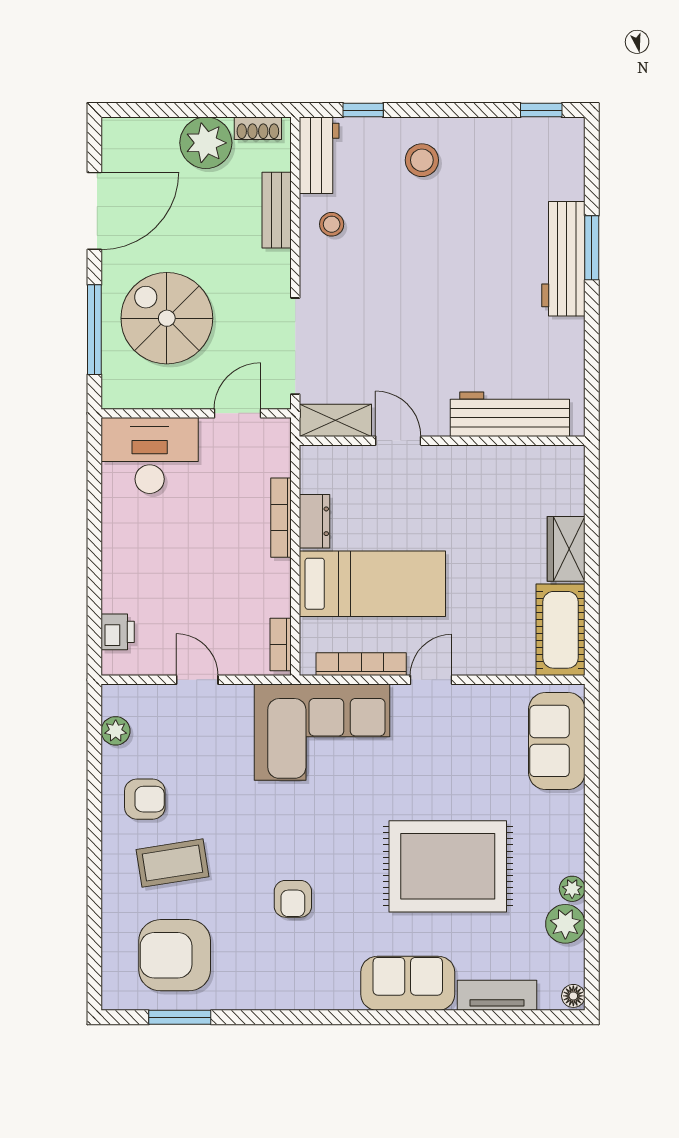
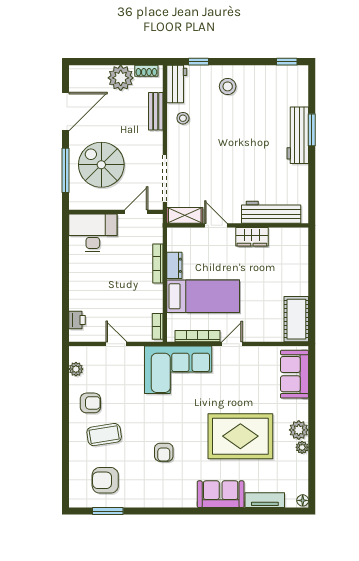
wardrobe: (566, 549) -> (252, 237), moved, turned -90
plant: (565, 924) -> (299, 430), moved
armchair: (175, 955) -> (105, 480), width x0.73, depth x0.73

